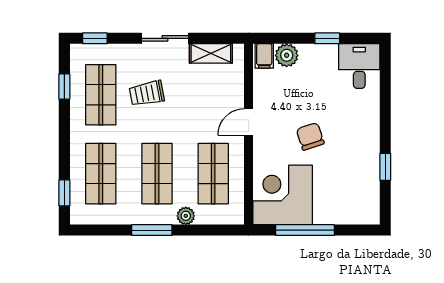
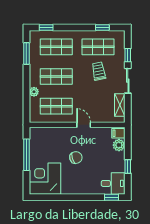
window: (95, 38) -> (128, 55), moved
window: (385, 167) -> (111, 197), moved
corner desk: (283, 195) -> (45, 179), moved, turned -90
window: (152, 230) -> (26, 53), moved

